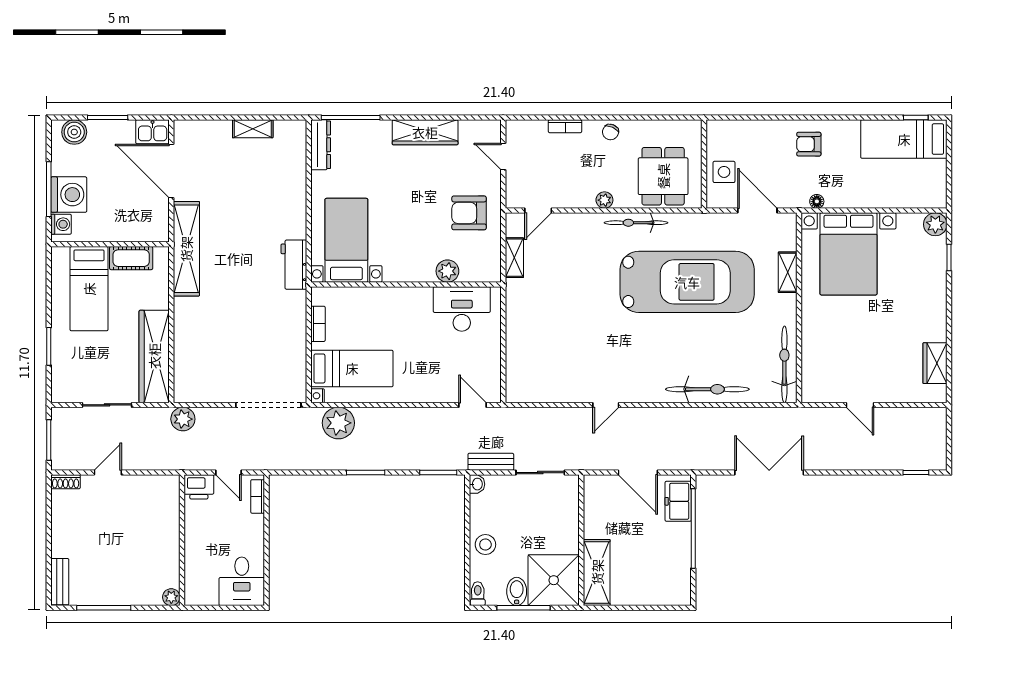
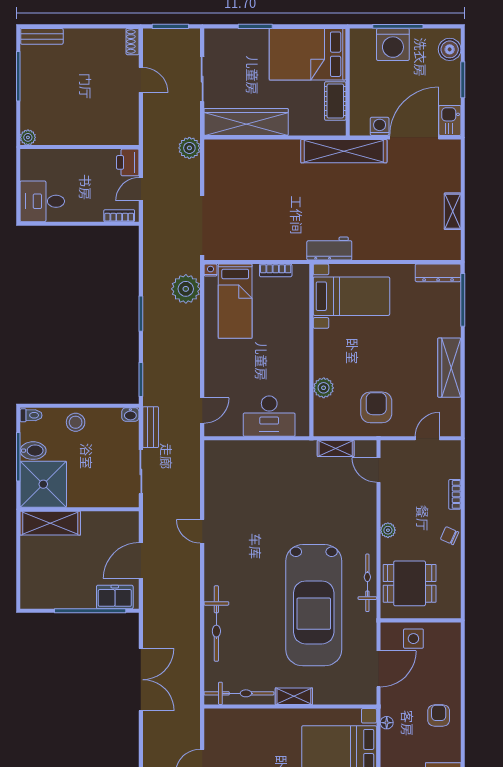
bicycle: (636, 223) -> (367, 583), moved
washing machine: (61, 224) -> (380, 126), moved, turned 180
shelving: (788, 272) -> (294, 696), moved
bed: (89, 289) -> (308, 54), width x1.50
desk: (462, 309) -> (269, 416), moved, turned 90

